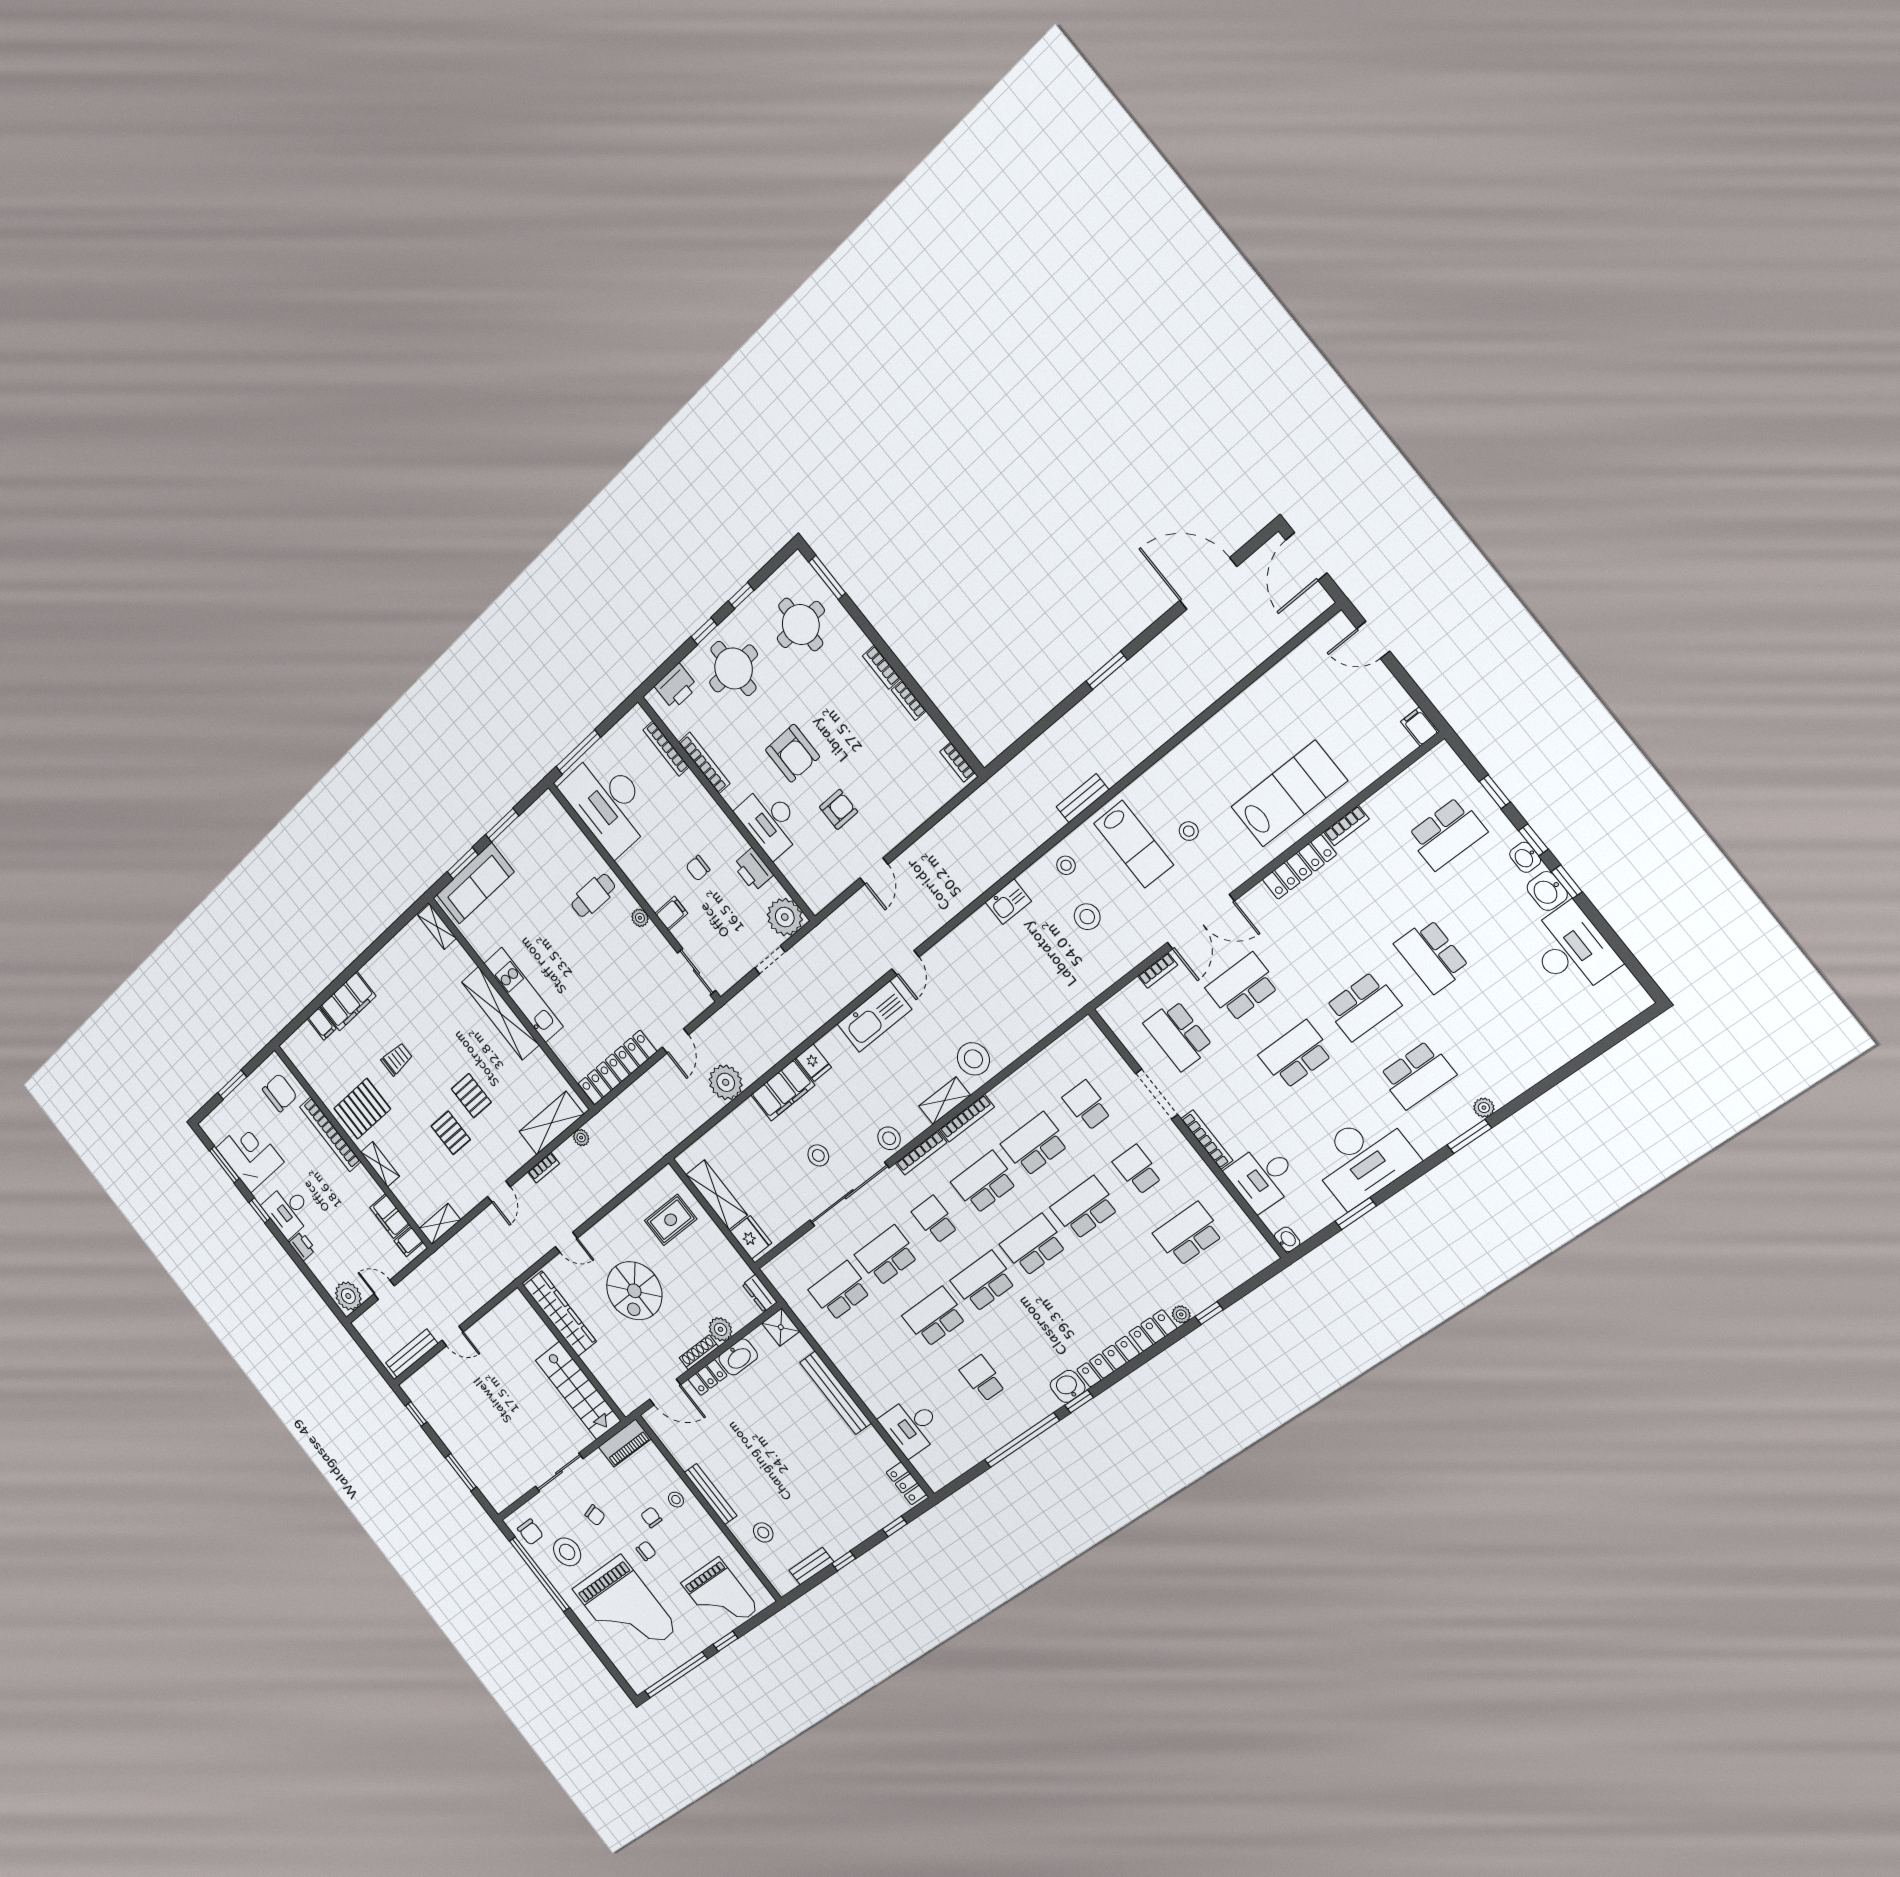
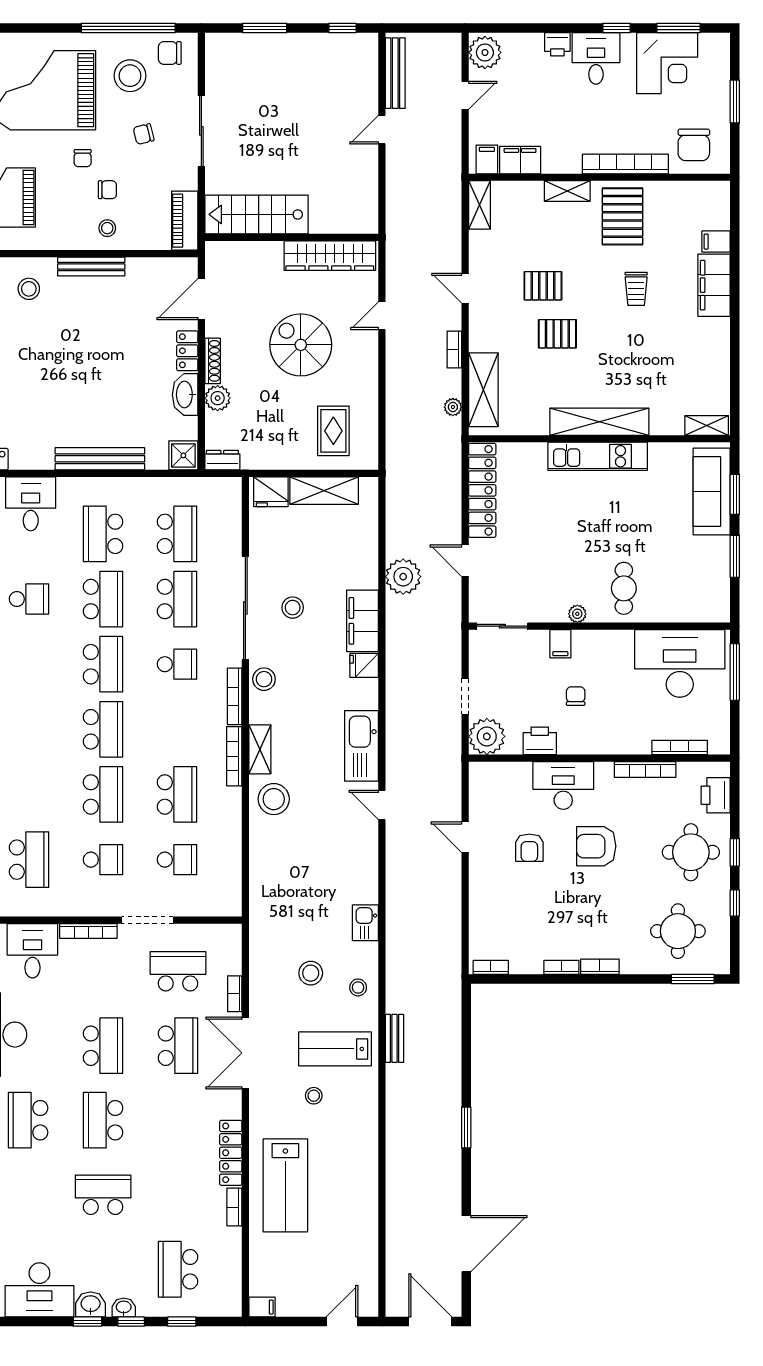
school desk: (984, 1182) -> (103, 534), moved, turned 180

